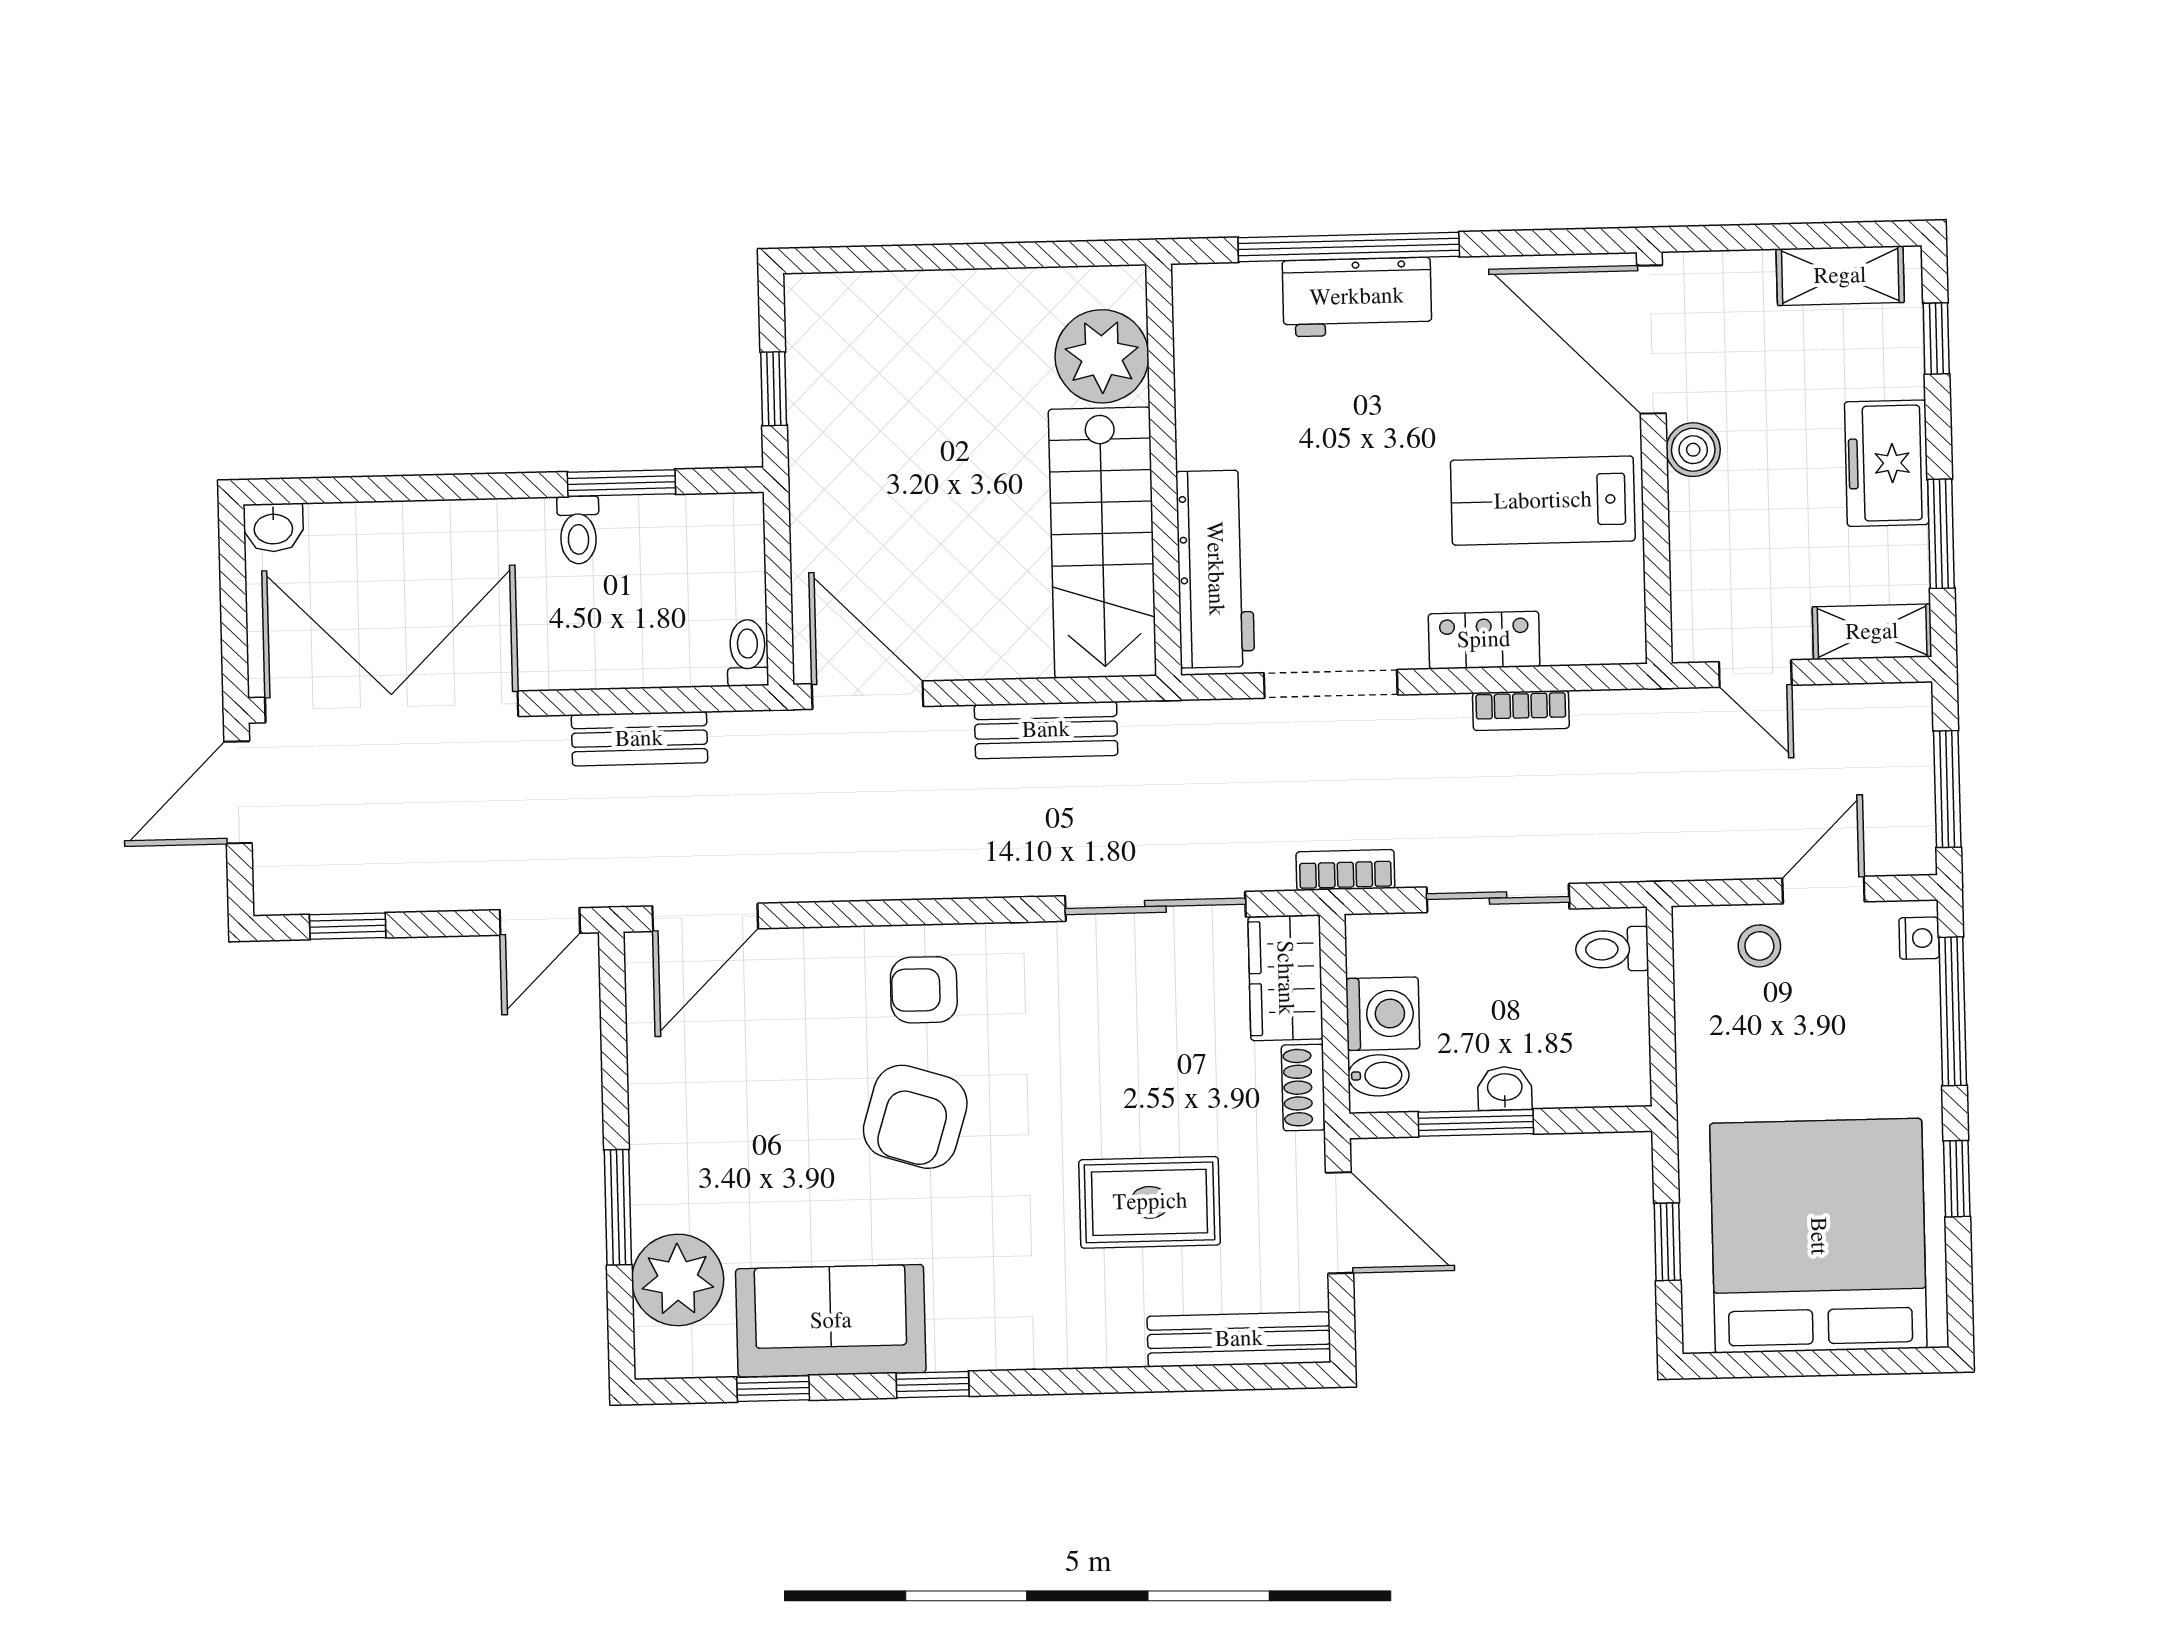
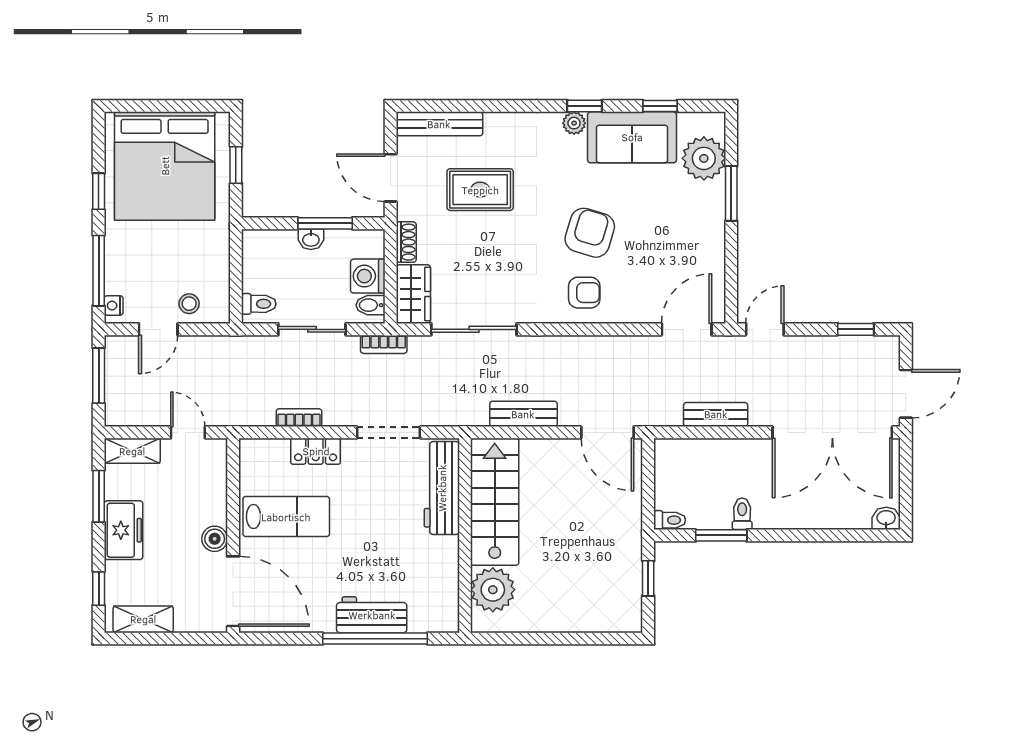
toilet: (748, 653) -> (670, 520), moved, turned -90
bidet: (1379, 1075) -> (370, 305), moved
plant: (954, 1348) -> (574, 123), added

